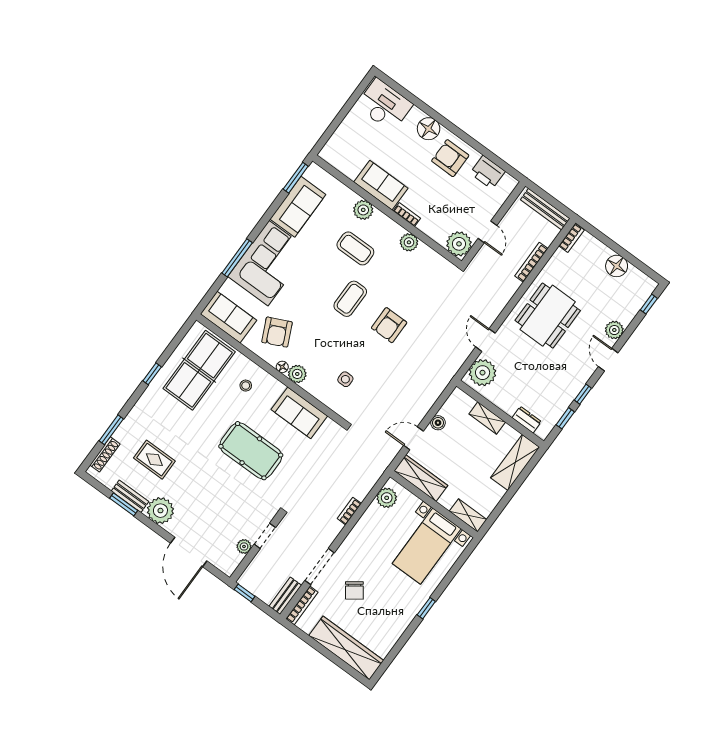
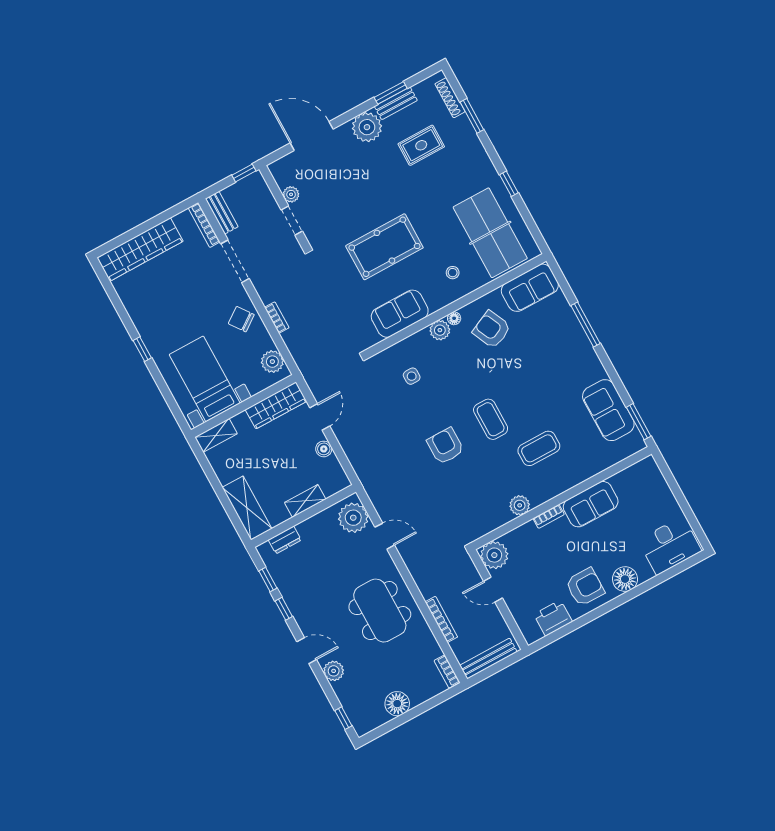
plant: (363, 210) -> (574, 475), removed
corner sofa: (268, 263) -> (565, 354), removed
chair: (354, 590) -> (241, 319), moved

